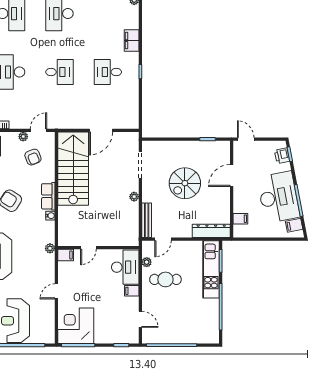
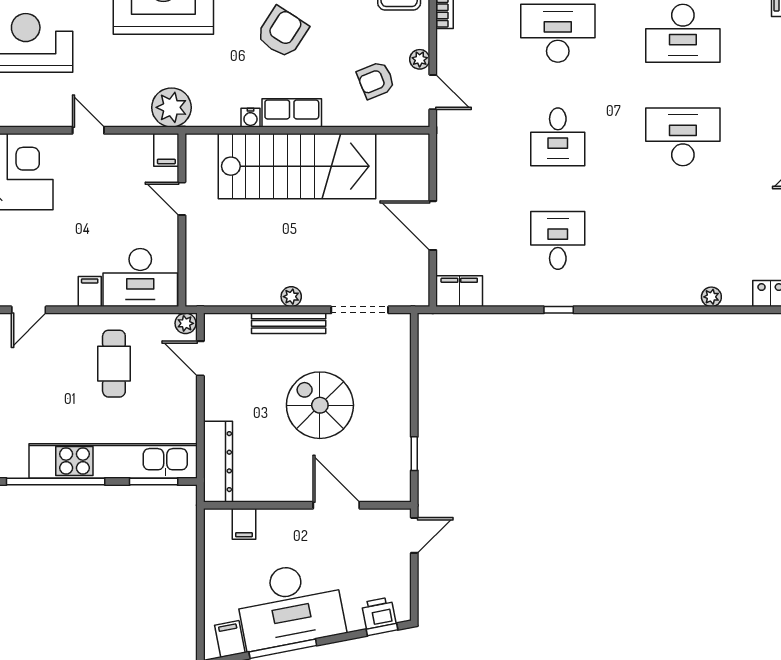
filing cabinet: (132, 41) -> (459, 291), moved
stairs: (73, 169) -> (297, 166), moved
bench: (147, 220) -> (289, 323), moved
plant: (50, 248) -> (171, 107), width x1.87, depth x1.87
plant: (147, 262) -> (185, 323), moved
kitchen unit: (211, 269) -> (113, 461), width x1.36

